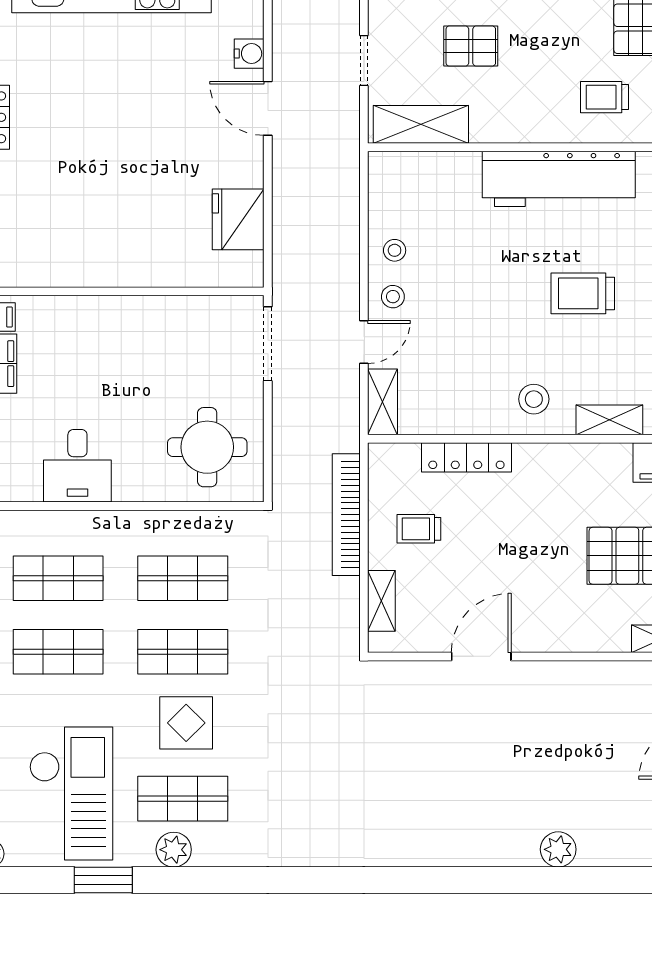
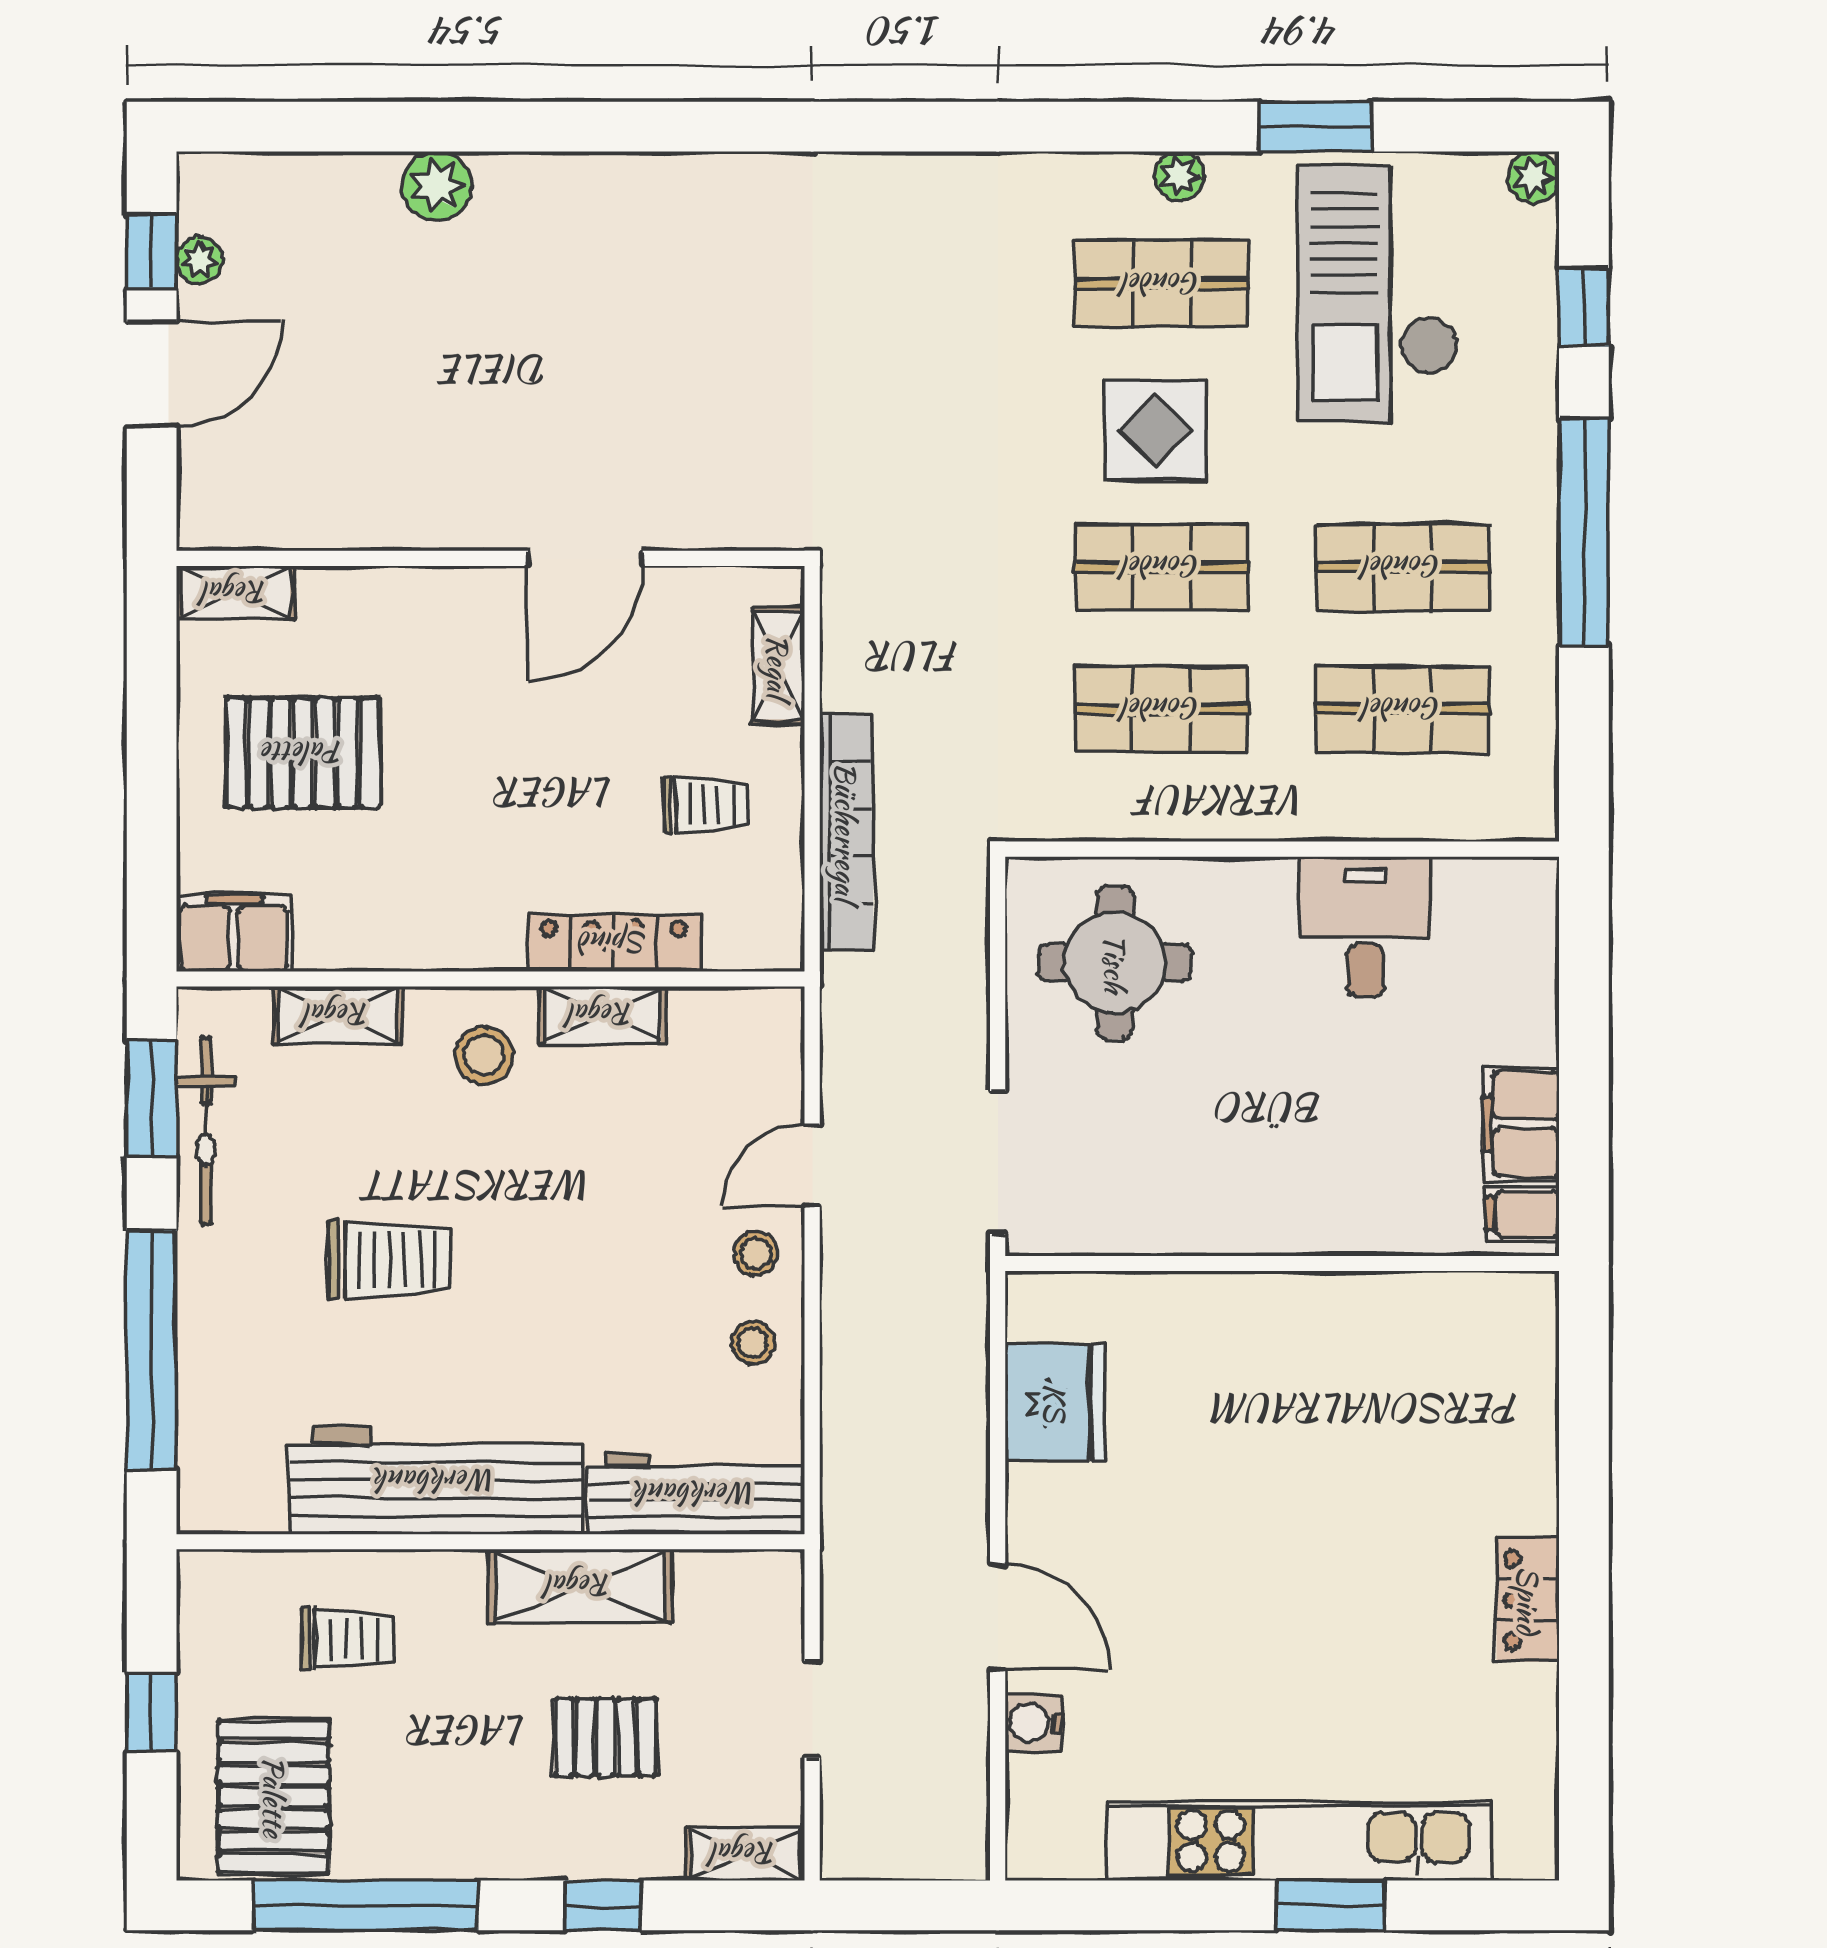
shelving: (421, 124) -> (580, 1586), moved
workbench: (424, 172) -> (696, 1494), added
shelving: (383, 402) -> (602, 1015), moved, turned 90
plant: (174, 850) -> (1179, 176), width x0.73, depth x0.73

